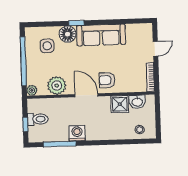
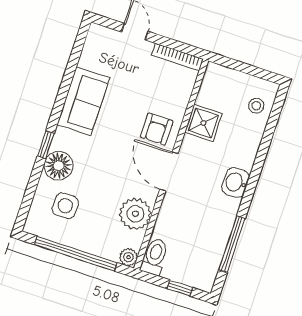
sofa: (101, 35) -> (83, 101), width x0.73
door: (86, 95) -> (169, 172), hinge flipped
washbasin: (137, 102) -> (236, 182), moved, turned 180
toilet: (38, 119) -> (155, 257), moved
washing machine: (77, 133) -> (225, 209), removed

